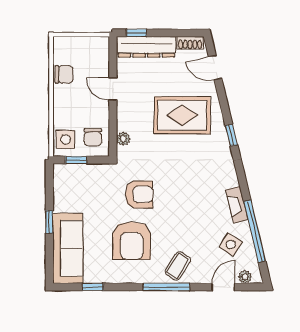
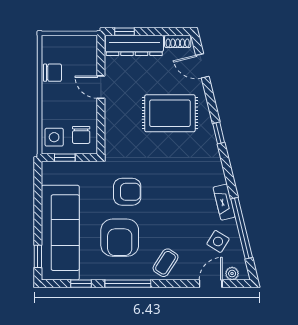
plant: (123, 139) -> (111, 137), removed
window: (49, 222) -> (38, 256), moved
sofa: (68, 248) -> (60, 233), width x1.36, depth x1.27
window: (166, 287) -> (128, 284), moved

